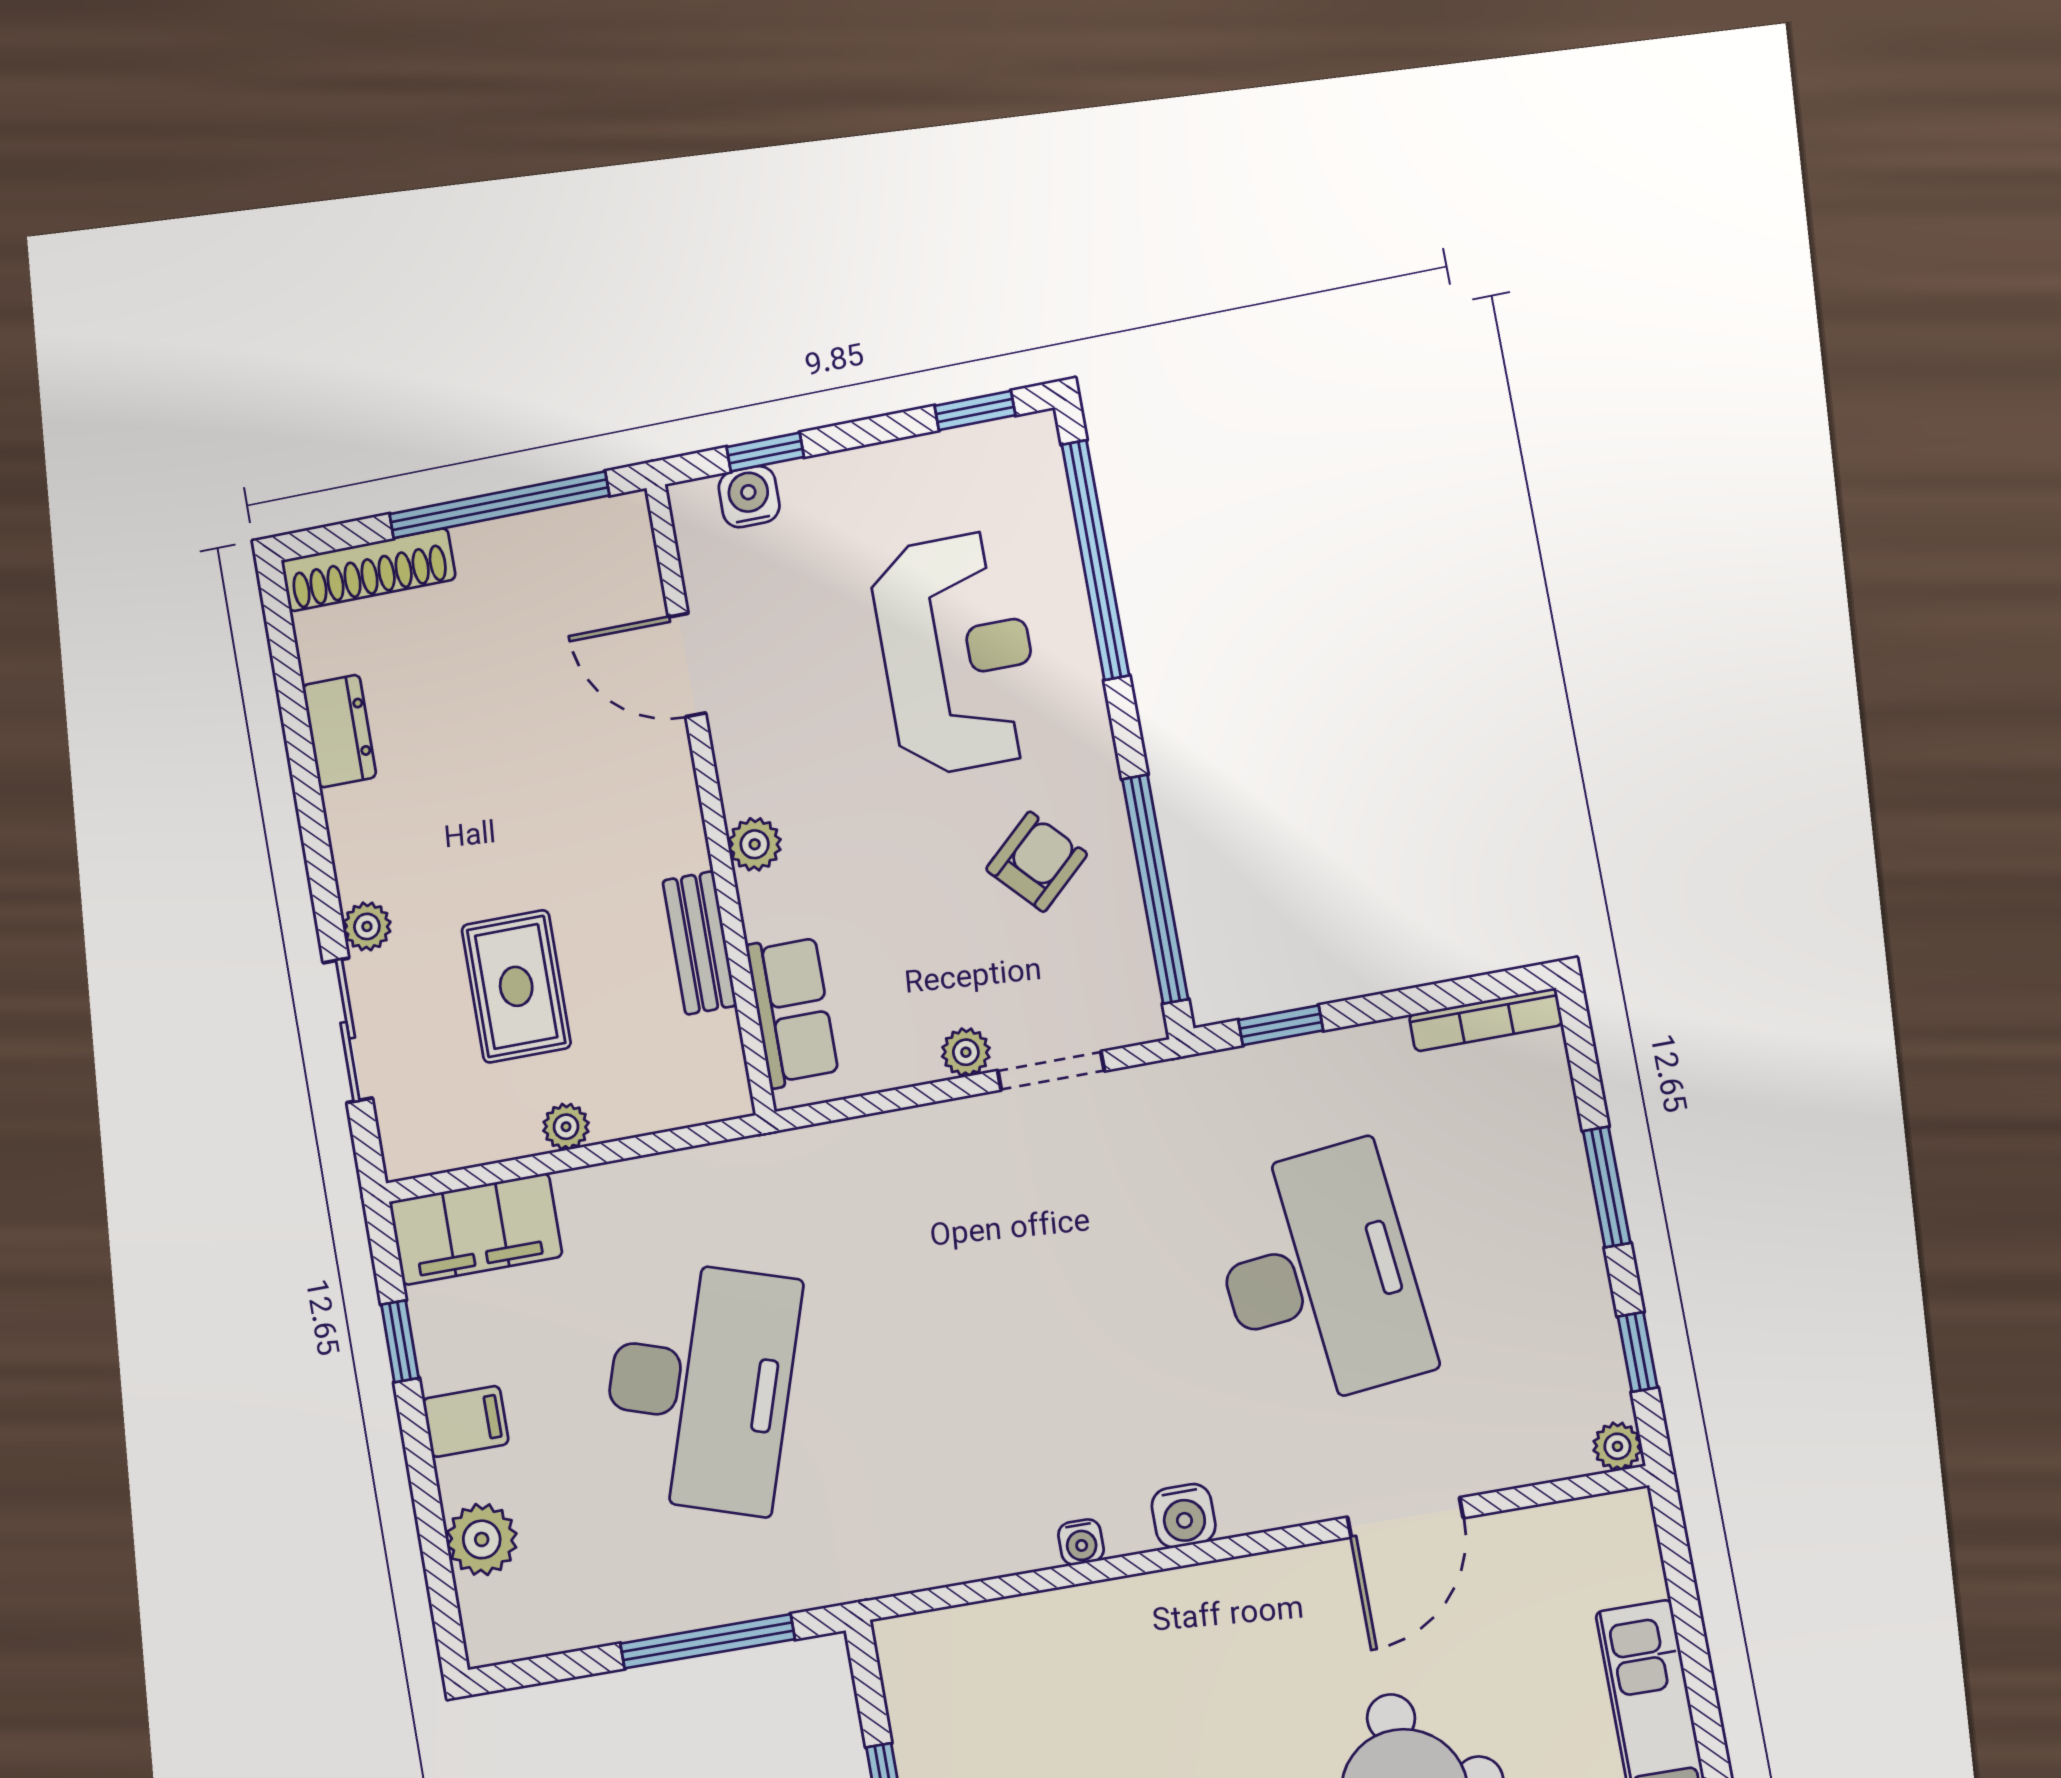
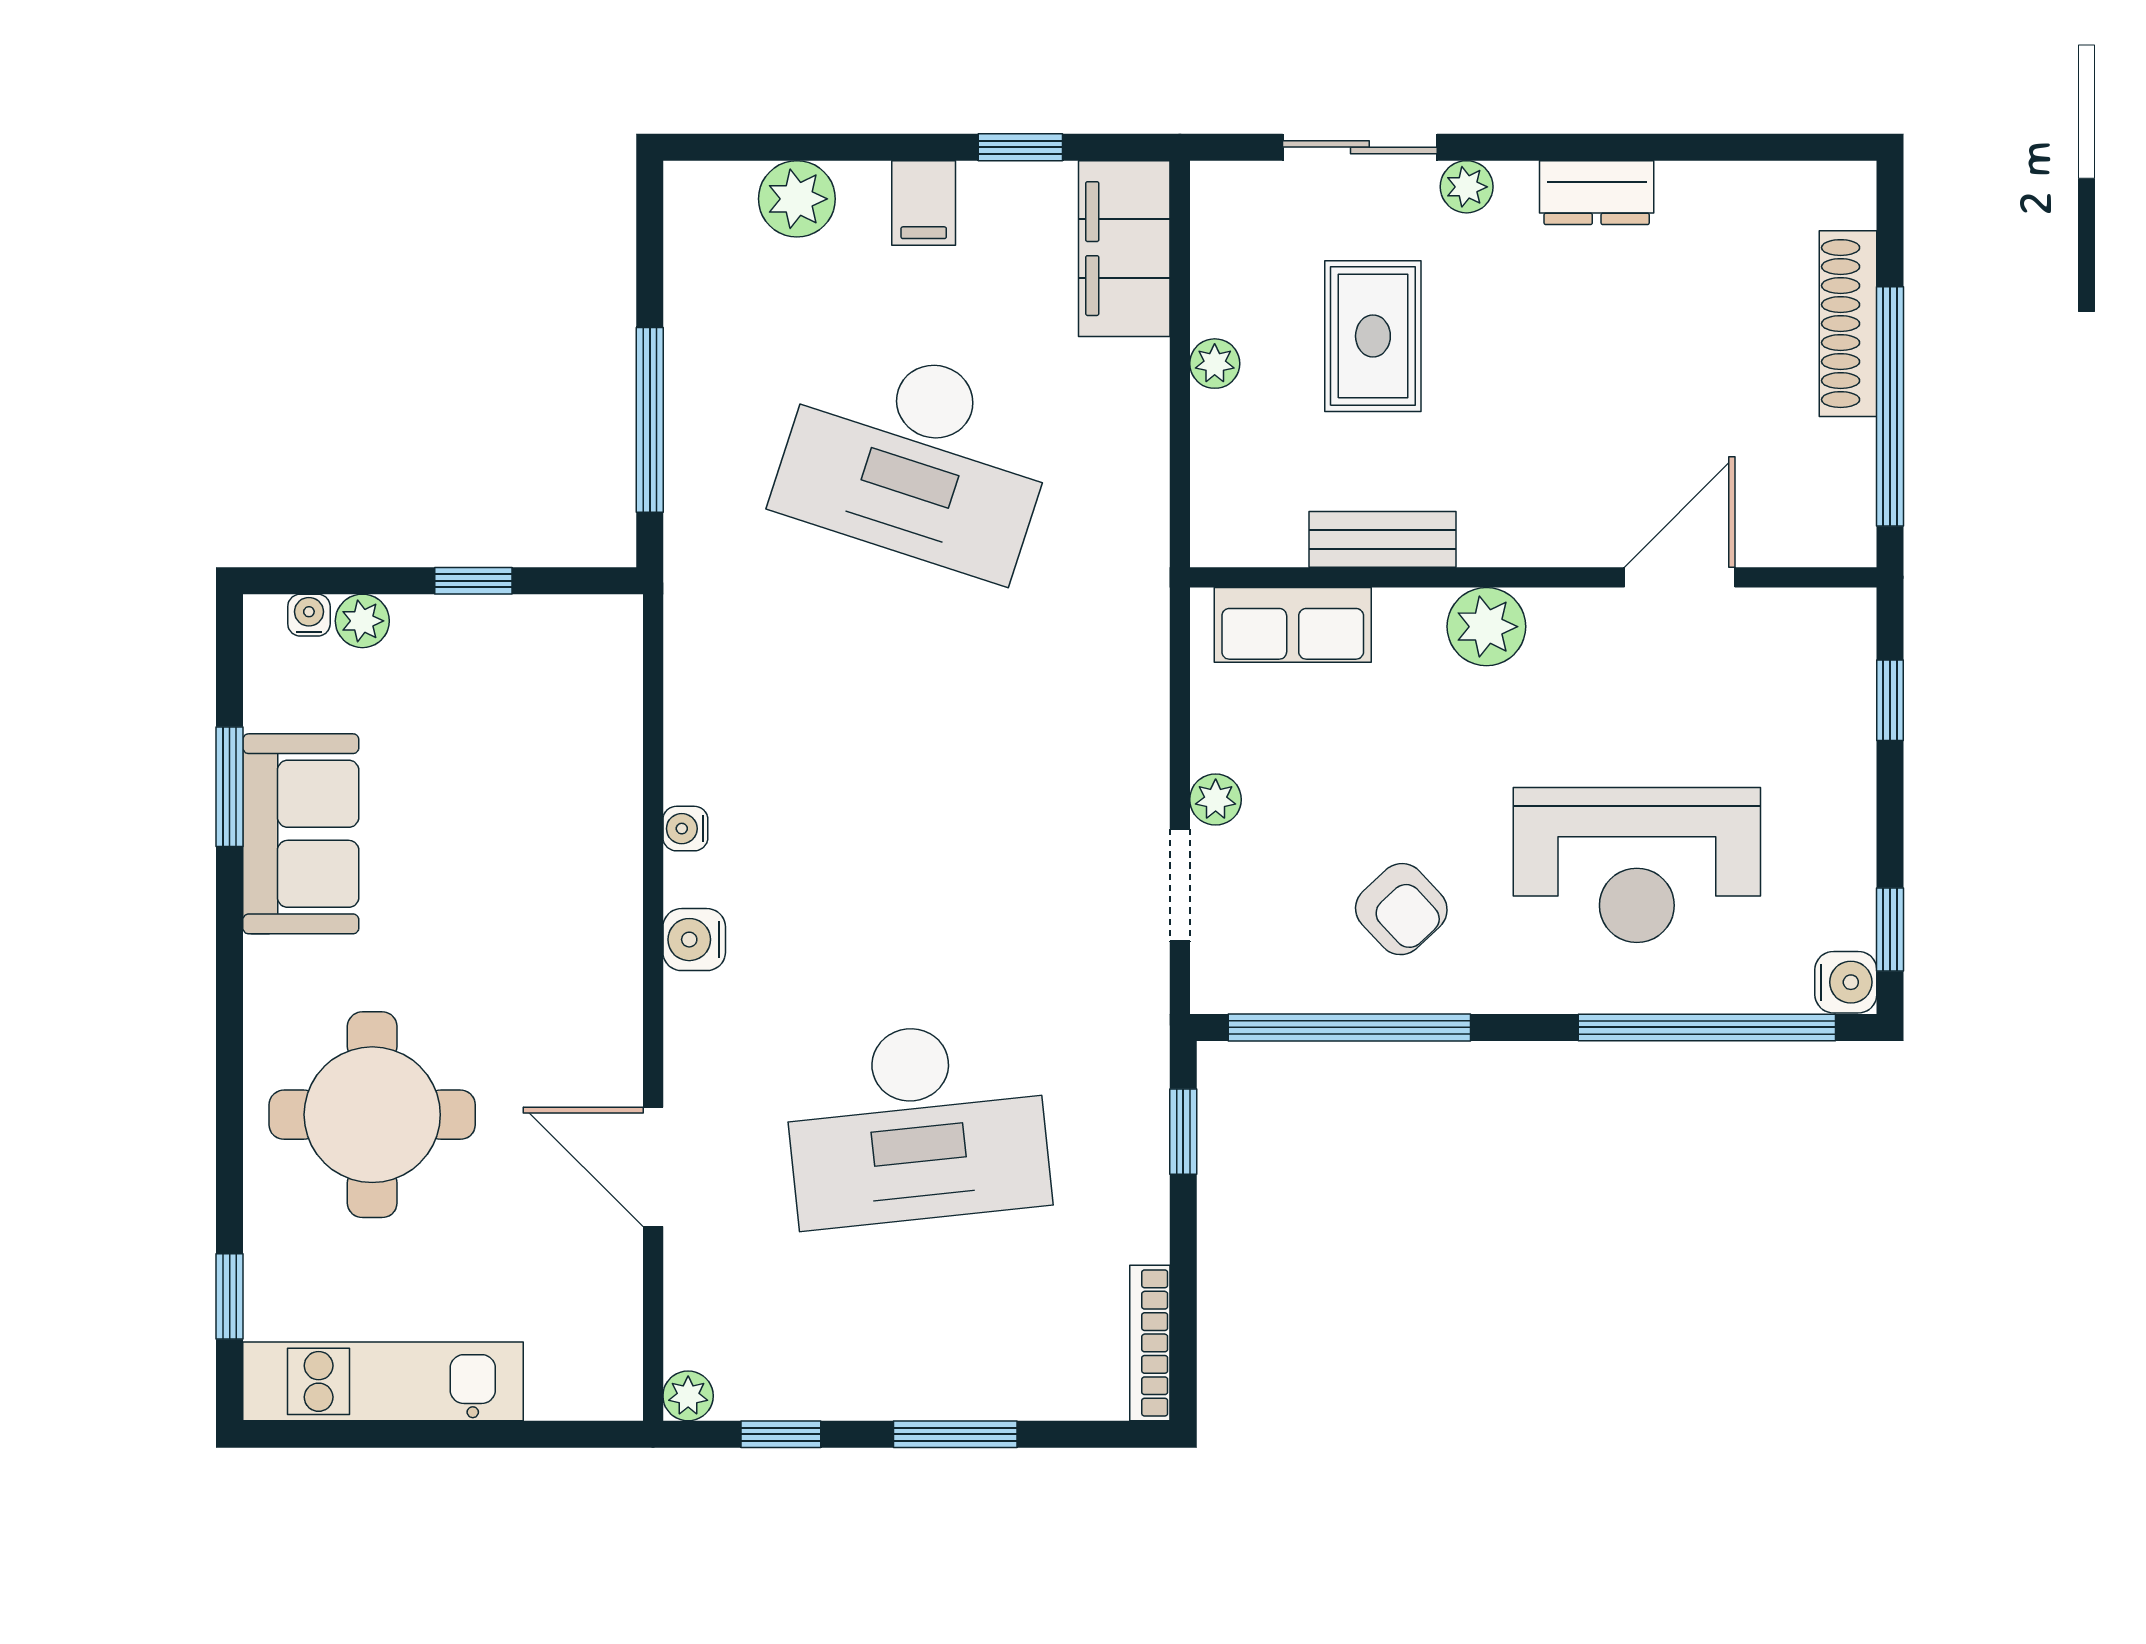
water cooler: (749, 497) -> (1846, 982), moved
shoe rack: (368, 570) -> (1848, 324), moved
dresser: (339, 731) -> (1597, 193), moved
plant: (755, 844) -> (1486, 627), width x1.38, depth x1.38
rug: (516, 986) -> (1373, 336), turned 90

